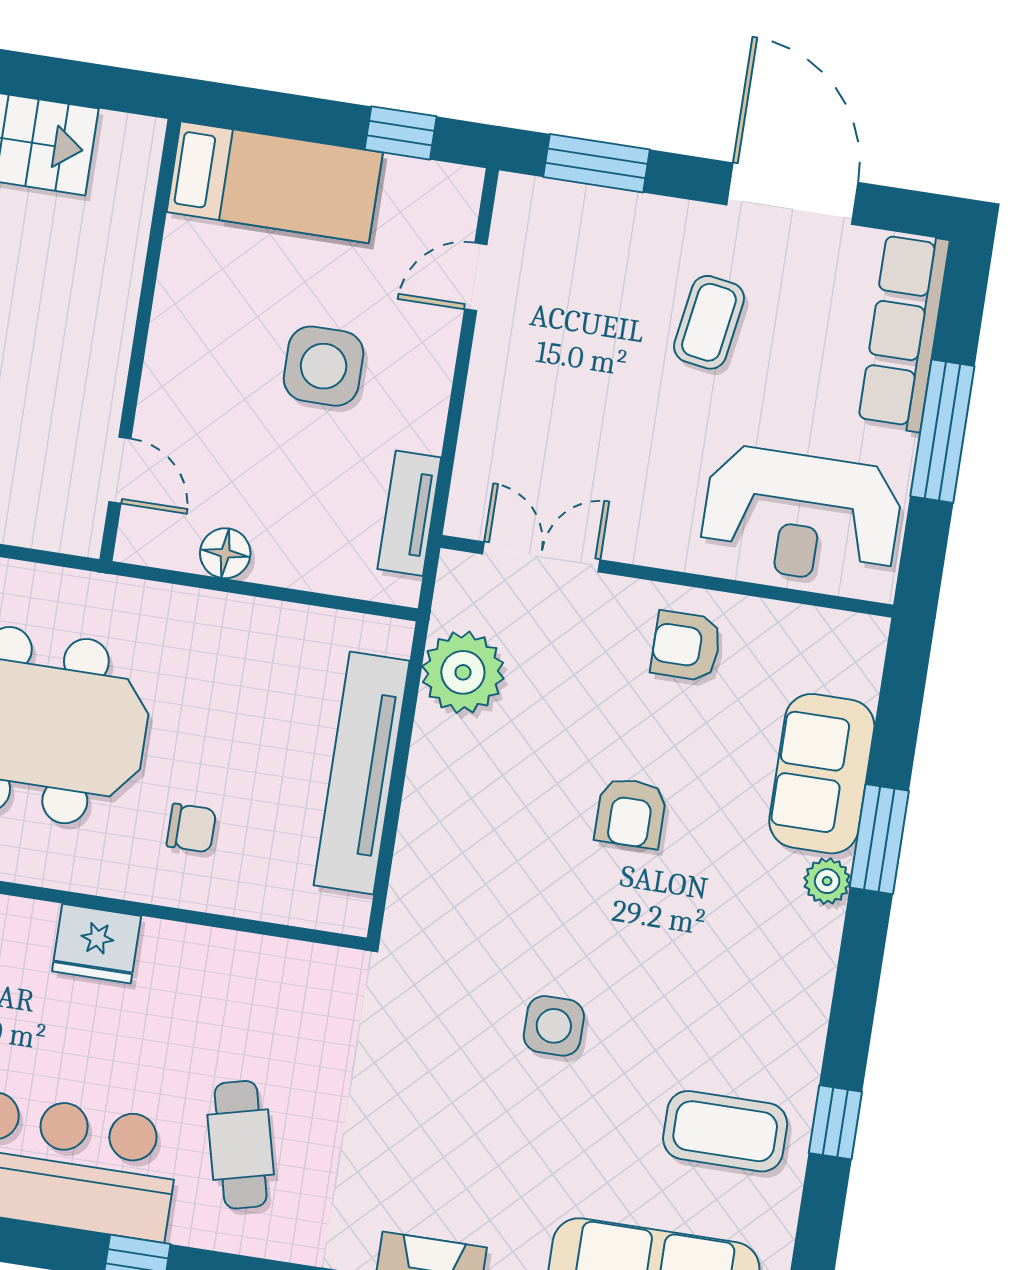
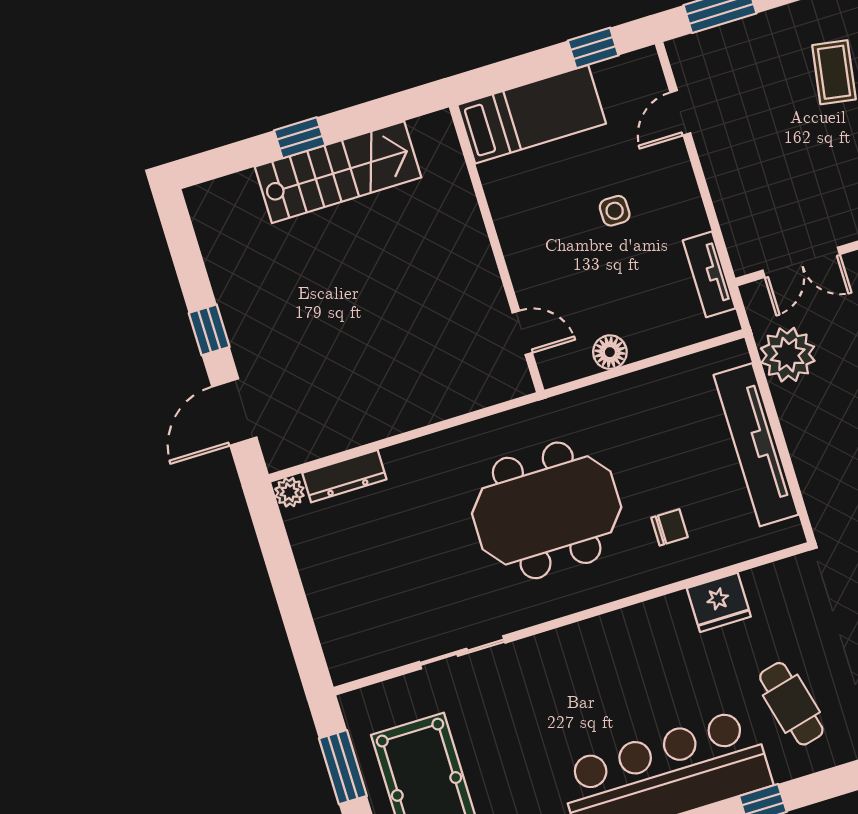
side table: (324, 366) -> (615, 211), width x0.54, depth x0.54
double door: (541, 557) -> (801, 262), swing flipped
fridge: (97, 944) -> (719, 602), moved

